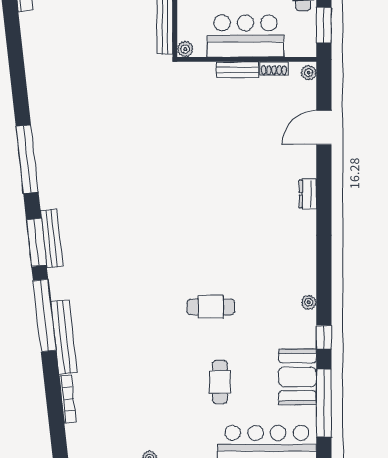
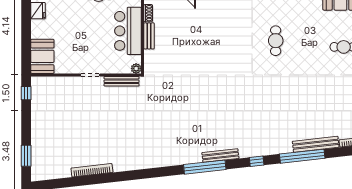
bench: (52, 238) -> (220, 156), moved
window: (36, 242) -> (257, 161), width x0.46
cafe table: (211, 307) -> (276, 41), moved

